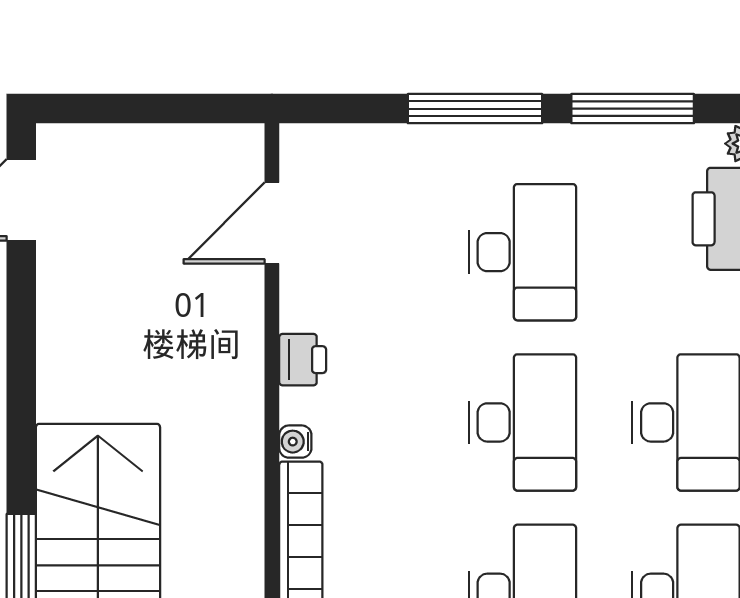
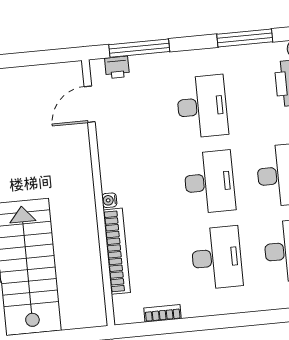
window: (475, 109) -> (139, 48), moved
printer: (303, 360) -> (117, 67), moved, turned 90

